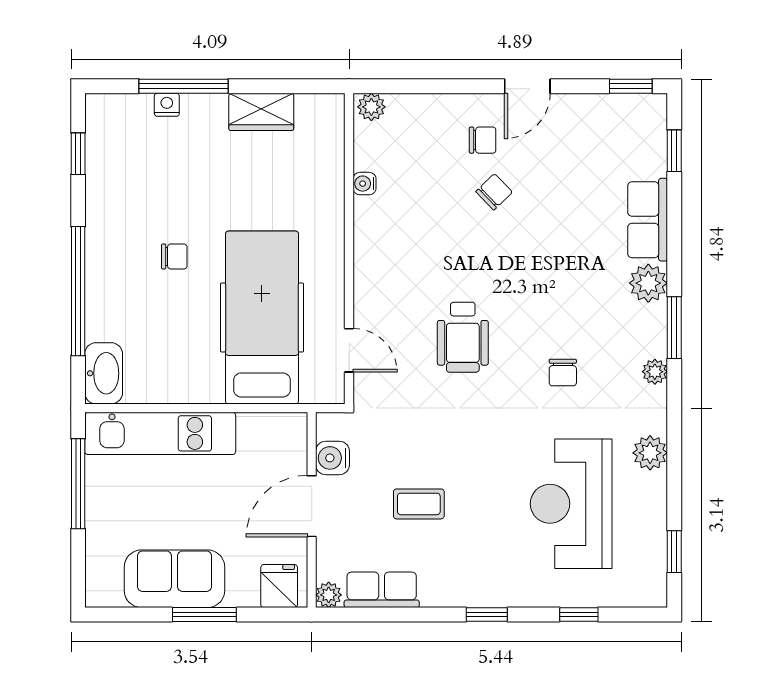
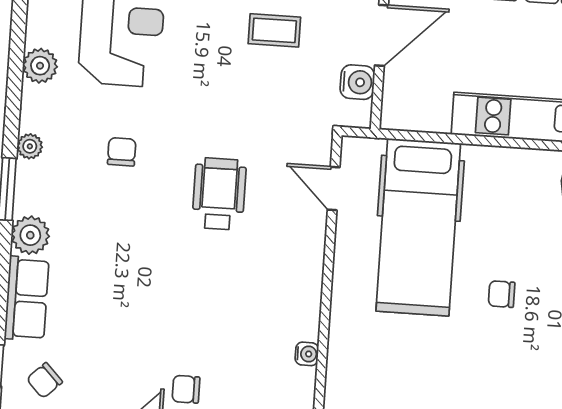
chair: (494, 192) -> (44, 380), moved

